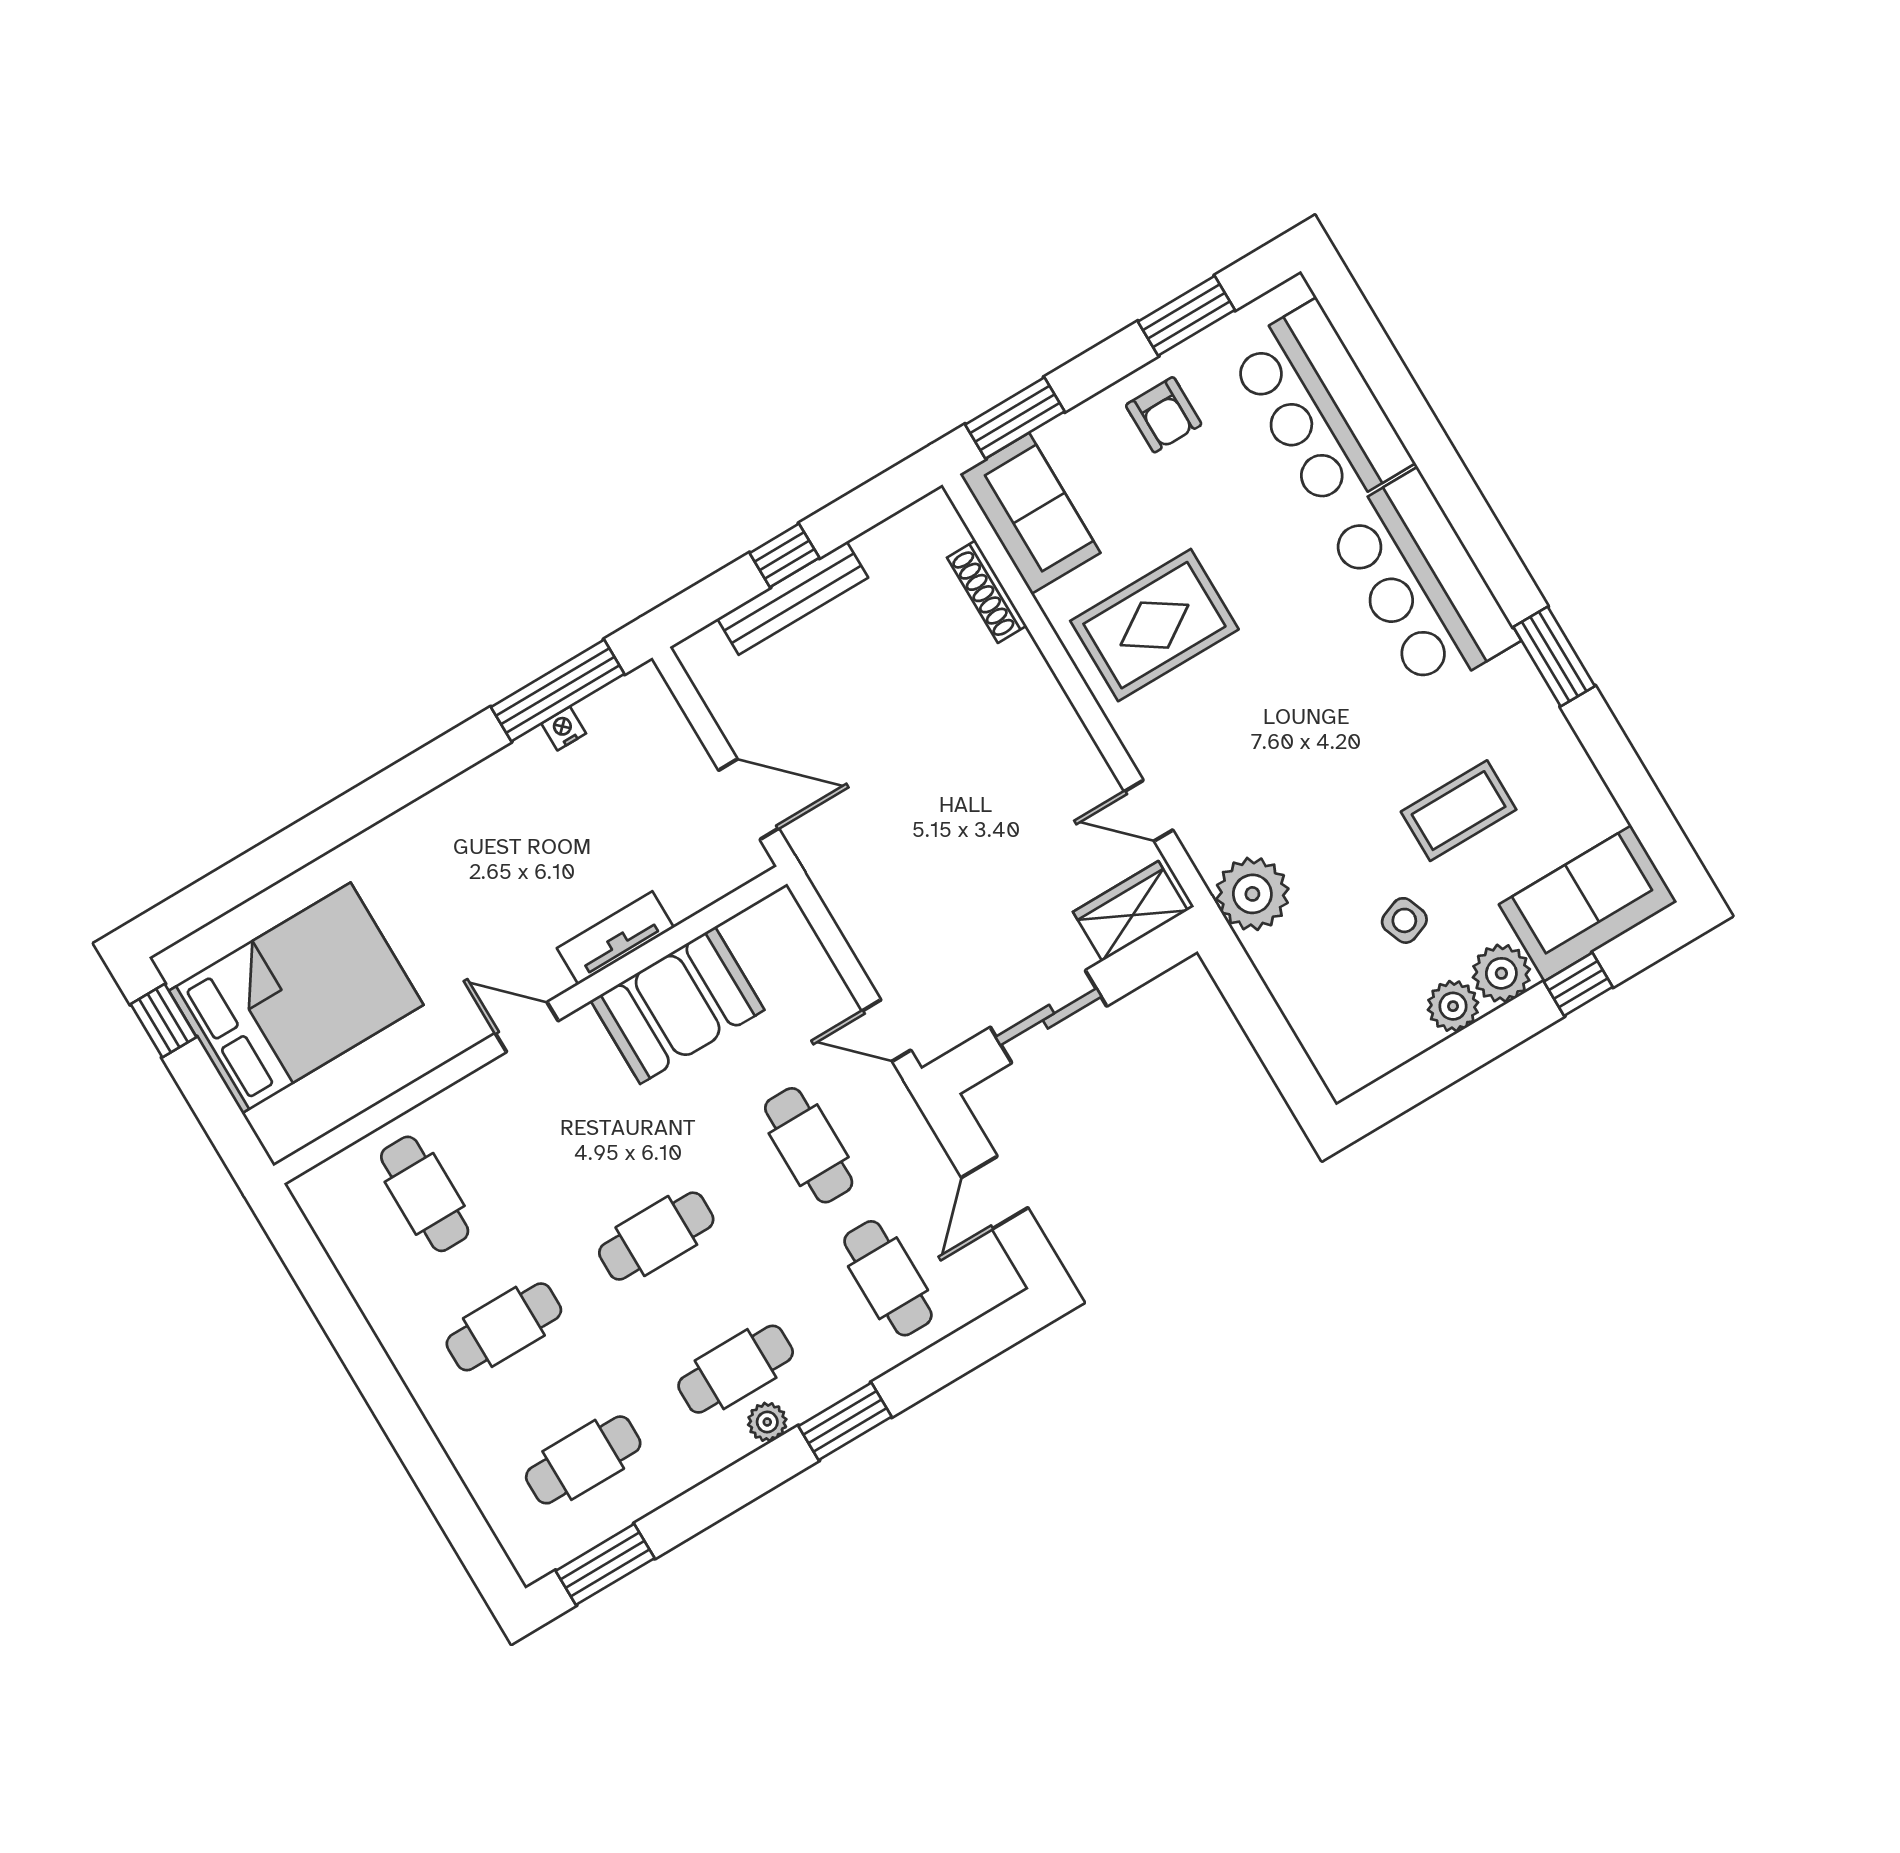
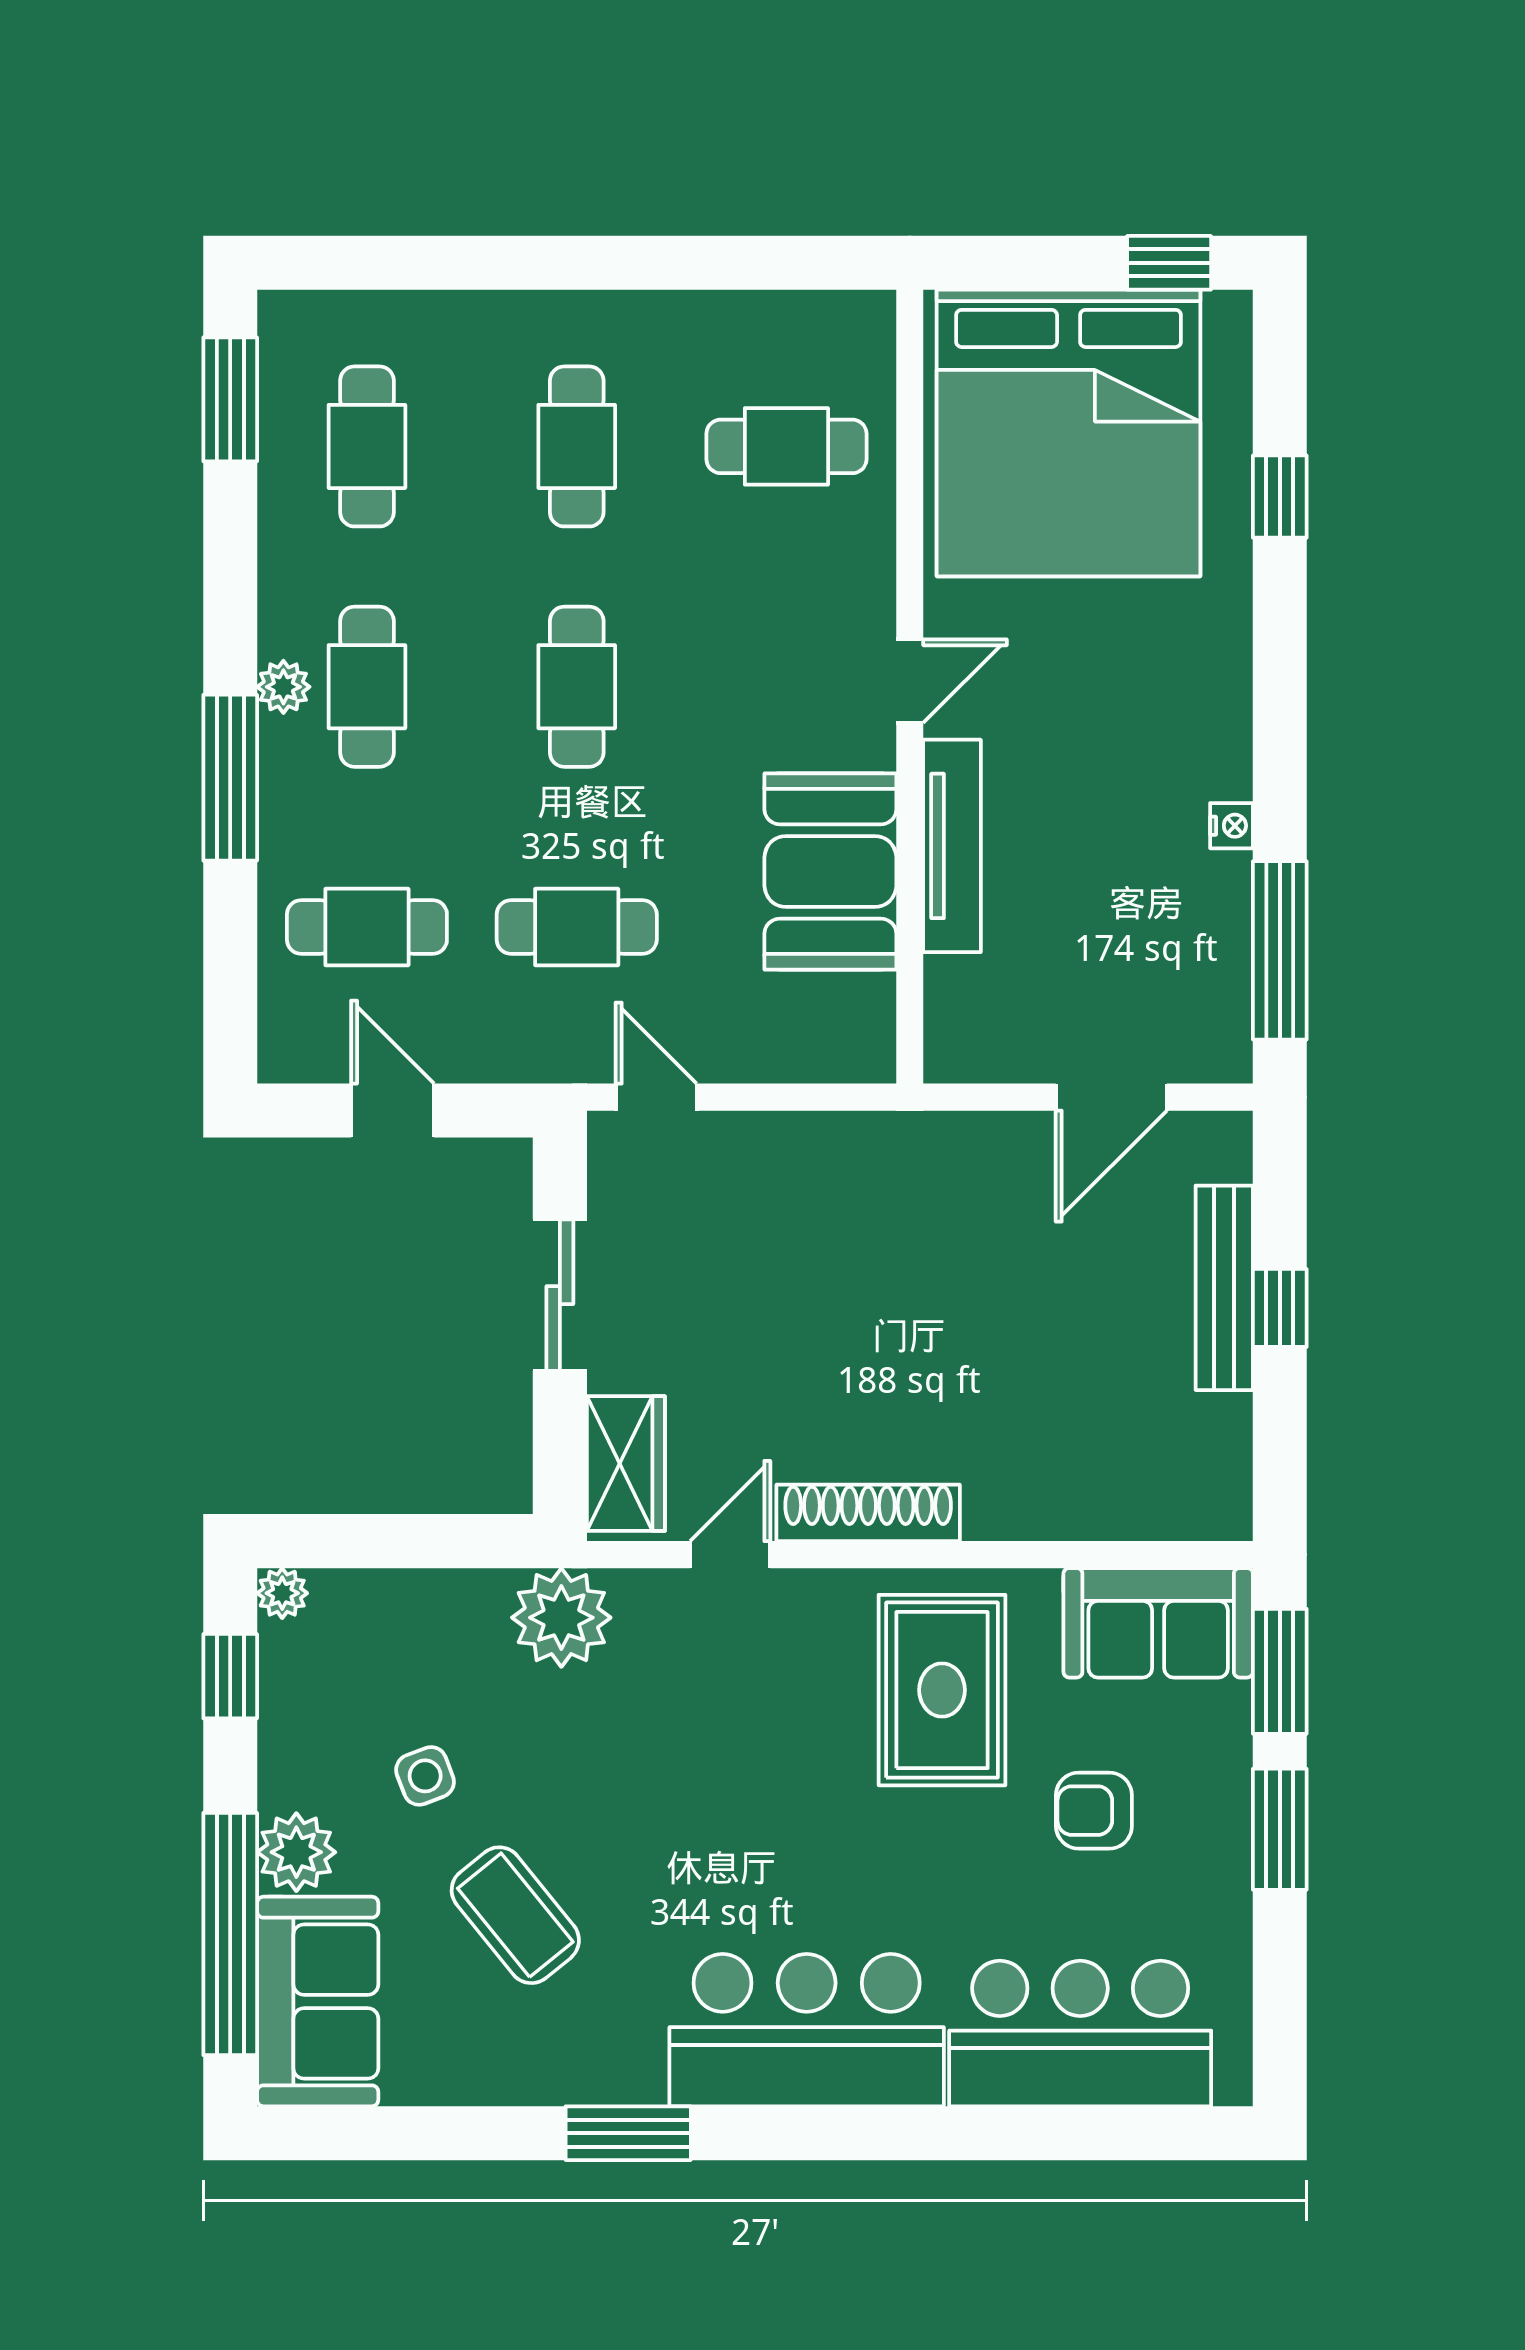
window: (1186, 316) -> (1280, 1829), moved
armchair: (1164, 415) -> (1094, 1811), moved
shoe rack: (987, 592) -> (868, 1513), moved, width x1.36, depth x1.24
nightstand: (564, 728) -> (1231, 826), moved
door: (749, 799) -> (1111, 1097), moved
coffee table: (1459, 811) -> (515, 1915), turned -39
window: (270, 862) -> (1280, 497), added
tv unit: (615, 938) -> (952, 846), width x1.41
window: (1578, 984) -> (230, 1934), width x3.17
bed: (296, 998) -> (1069, 433), width x1.36
plant: (1453, 1006) -> (282, 1593), moved, width x0.73, depth x0.73
door: (887, 1031) -> (656, 1097), hinge flipped
window: (1415, 1082) -> (230, 1676), added
window: (845, 1421) -> (230, 778), width x1.44

